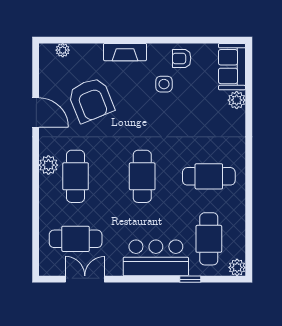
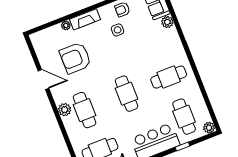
plant: (63, 50) -> (66, 25), moved
armchair: (91, 100) -> (75, 58), turned 112

